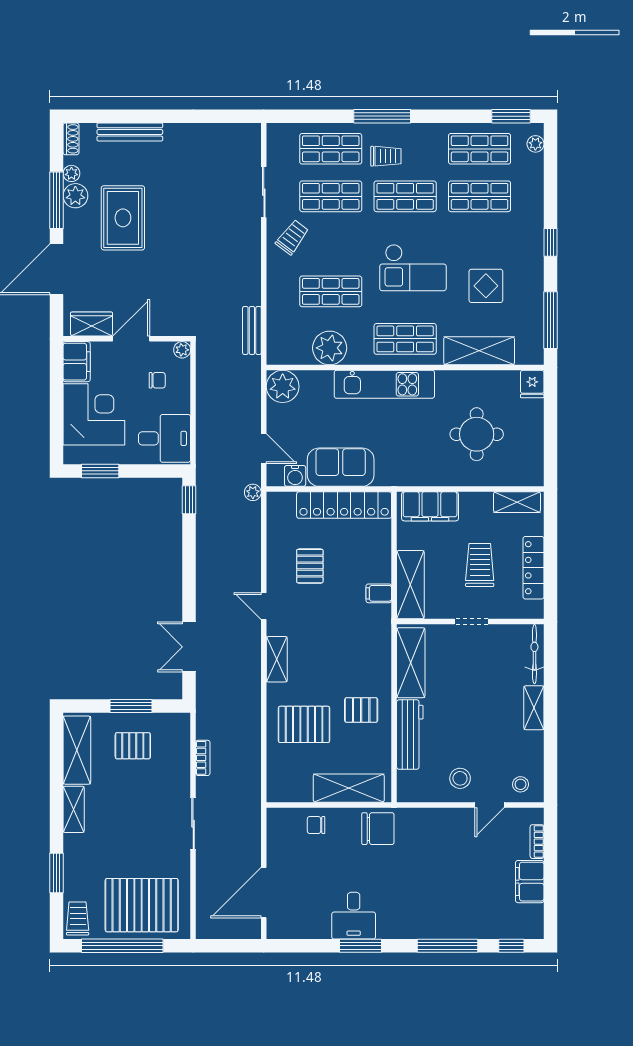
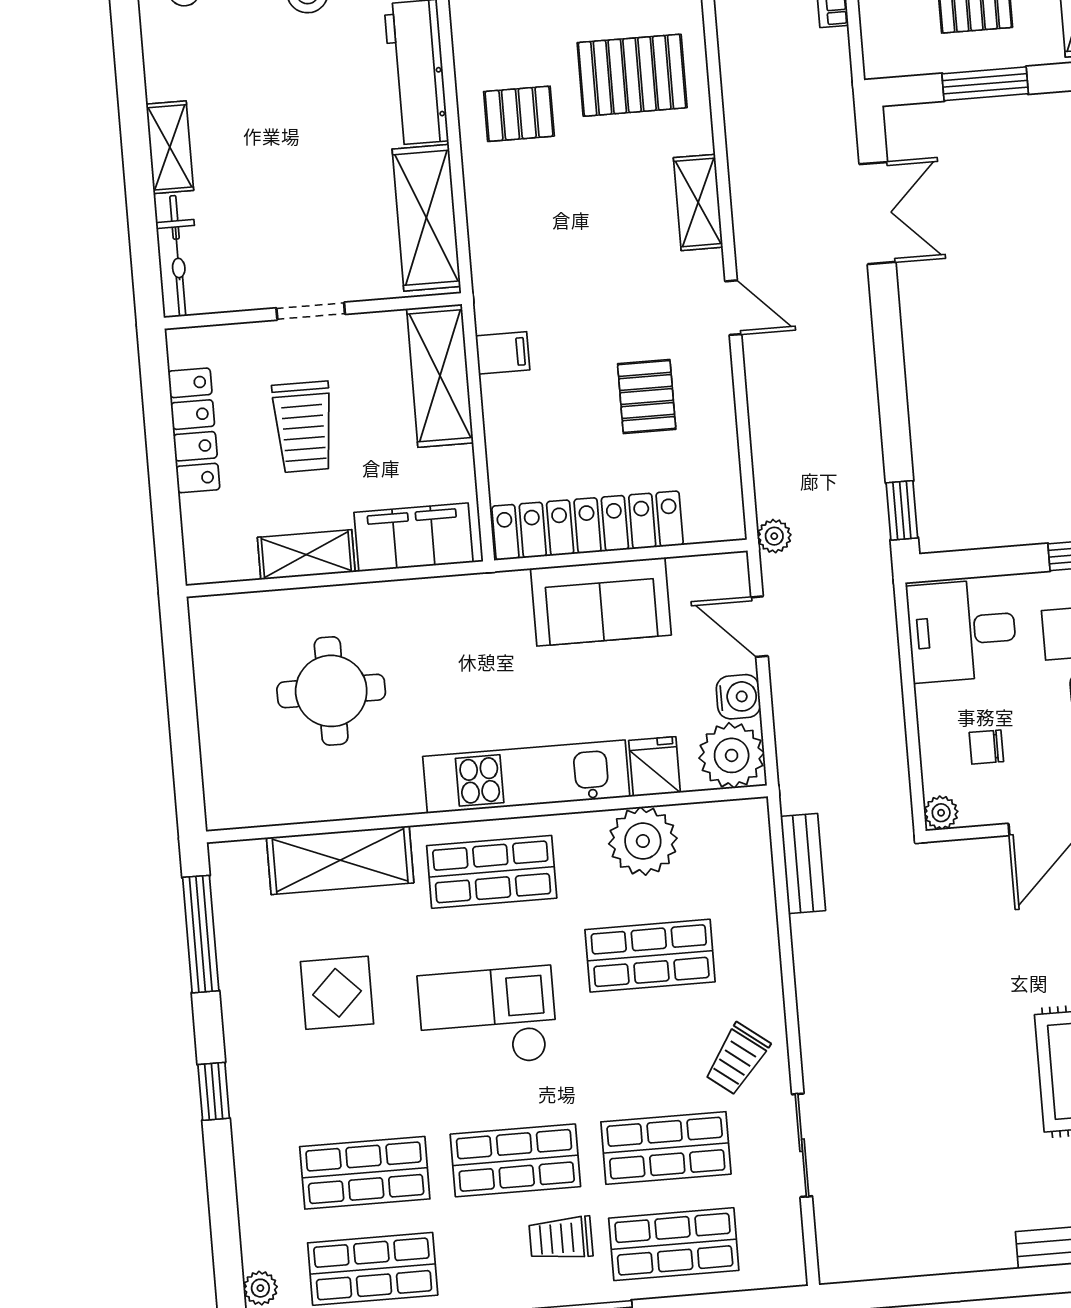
fridge: (532, 384) -> (655, 767), moved
water cooler: (295, 476) -> (738, 697), moved, turned 90
shelving: (517, 502) -> (306, 555), moved

